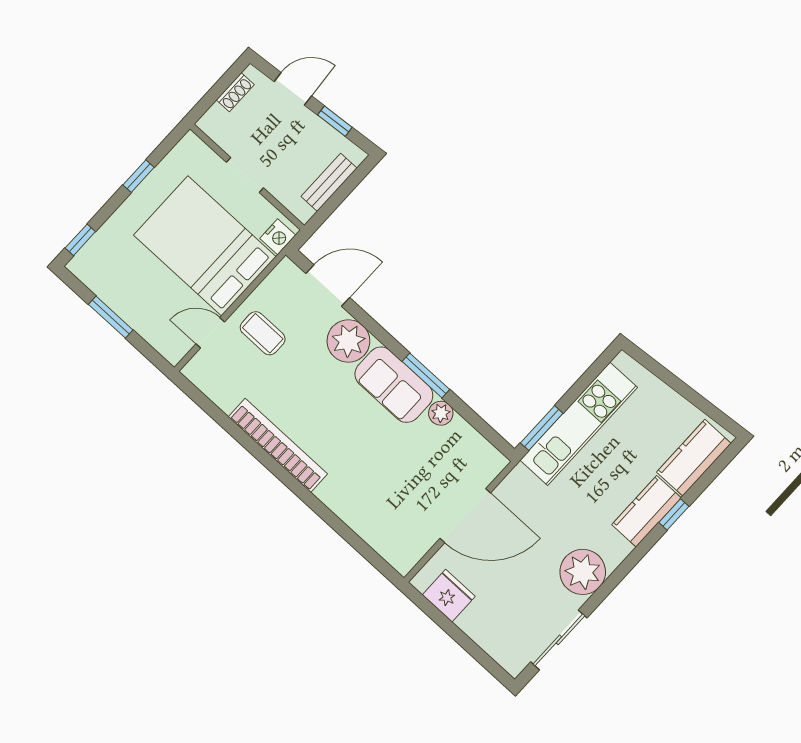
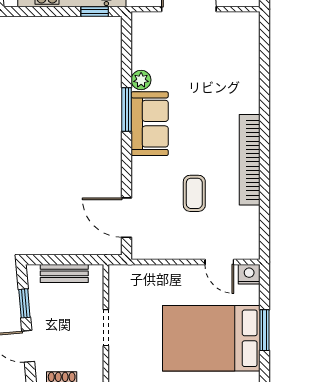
nightstand: (278, 237) -> (249, 274), moved
bed: (205, 246) -> (211, 338), moved, turned 90
coffee table: (263, 333) -> (194, 193), moved
plant: (348, 341) -> (148, 175), removed
window: (542, 428) -> (95, 11), width x0.67

